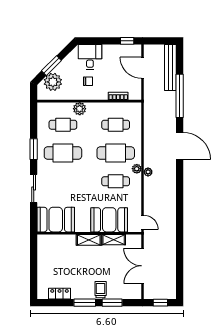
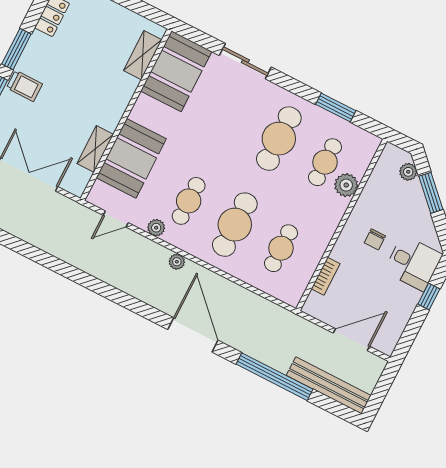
window: (127, 41) -> (429, 296), moved
plant: (53, 82) -> (408, 172), width x0.53, depth x0.53
plant: (80, 109) -> (346, 185), moved
door: (180, 146) -> (193, 335), swing flipped
window: (34, 149) -> (336, 107), moved
plant: (137, 169) -> (156, 228), moved
door: (143, 222) -> (116, 219), moved
shelving: (89, 240) -> (143, 55), moved

